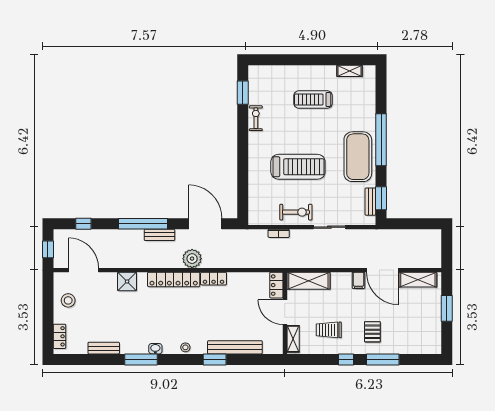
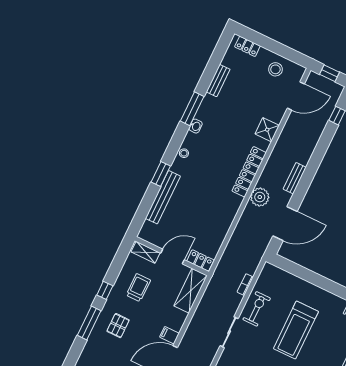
exercise bike: (296, 212) -> (257, 309), turned 180
window: (143, 224) -> (312, 168), removed
locker: (214, 279) -> (233, 208), removed
pallet: (372, 332) -> (118, 326), turned 90

